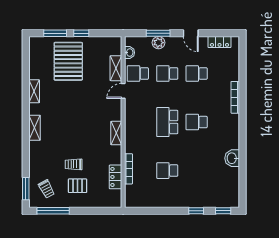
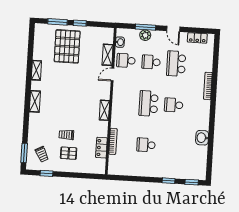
school desk: (197, 74) -> (176, 64), width x1.85
window: (53, 211) -> (47, 173), width x0.46

